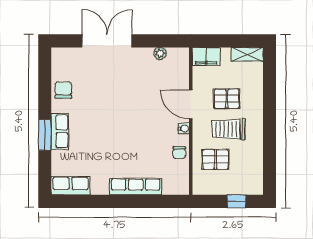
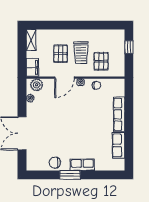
plant: (180, 63) -> (37, 85), added
window: (45, 135) -> (70, 175), moved
row of seats: (71, 186) -> (119, 145), moved

